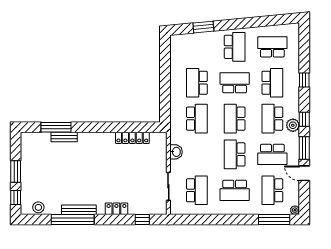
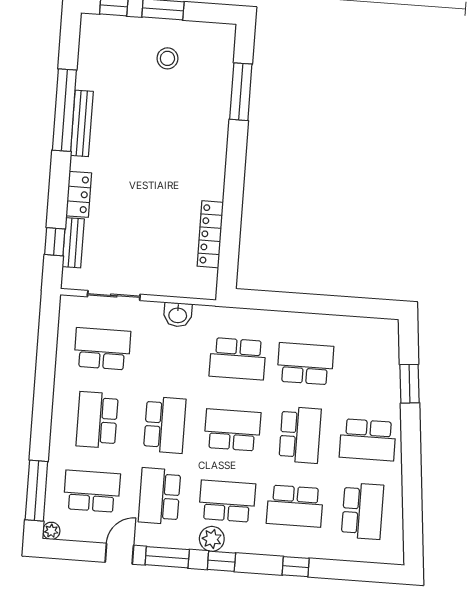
bench: (64, 137) -> (73, 243), moved
school desk: (235, 154) -> (165, 425), turned 90
school desk: (197, 190) -> (102, 349), turned 180
stool: (38, 207) -> (167, 58), moved

